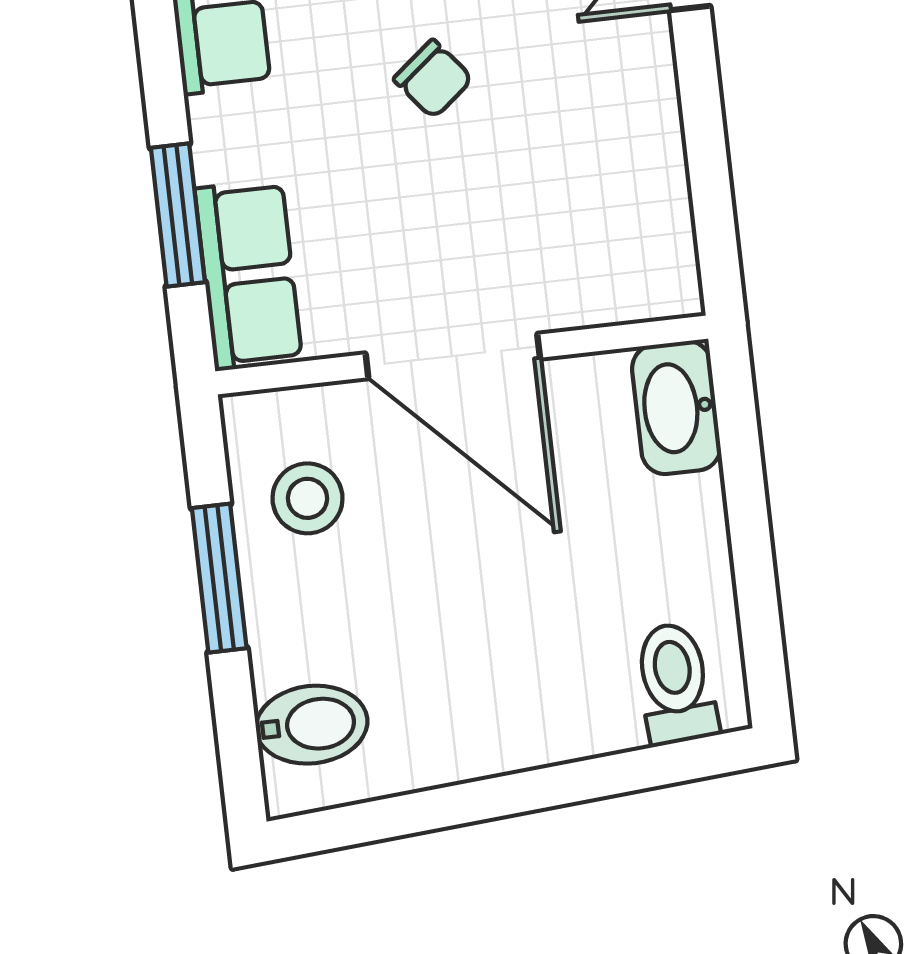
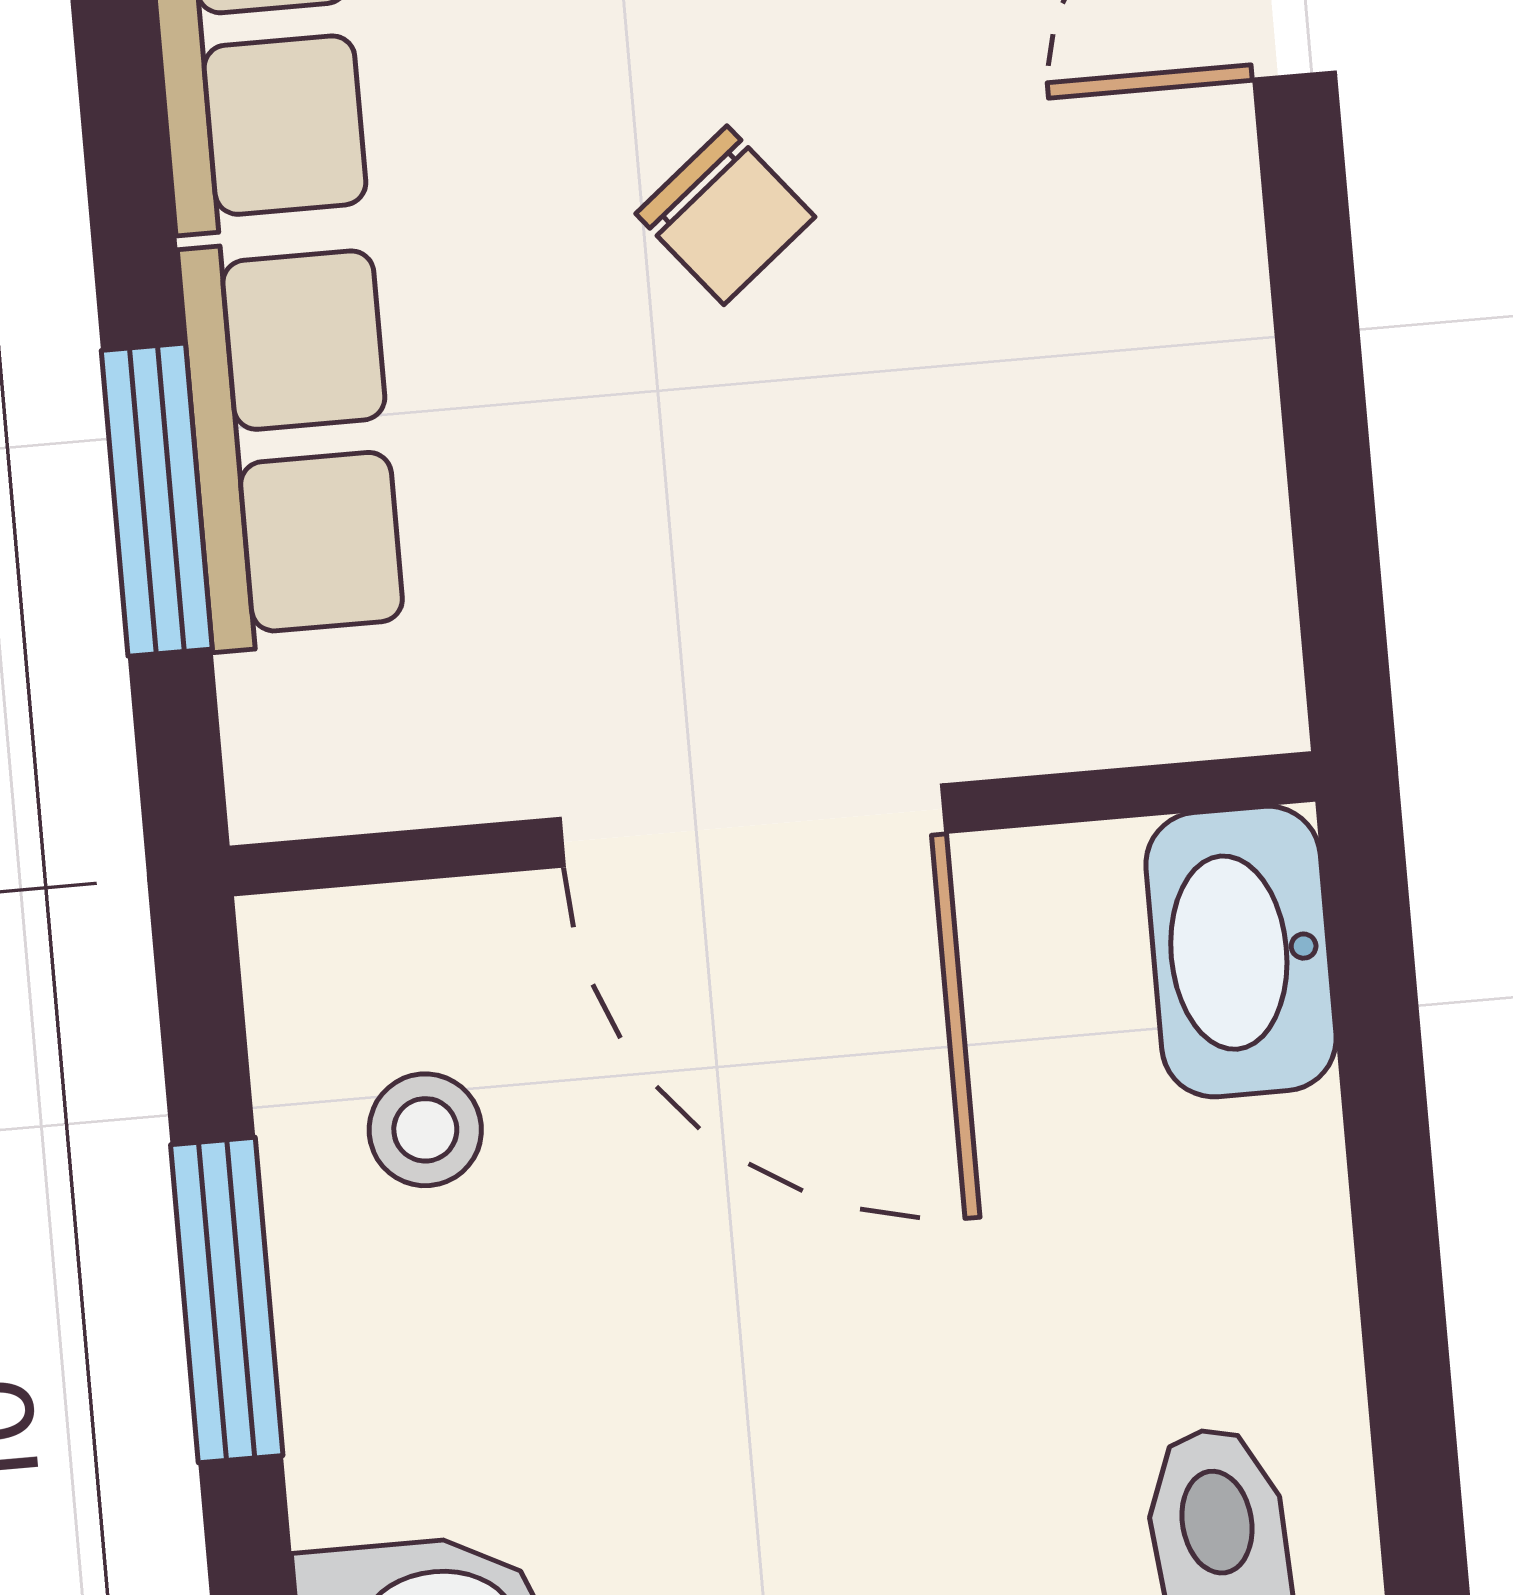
row of seats: (248, 275) -> (291, 443), moved
stool: (307, 498) -> (425, 1130), width x0.73, depth x0.73

